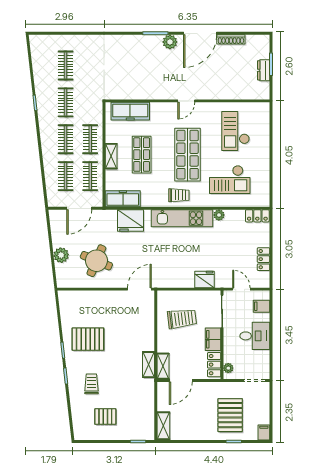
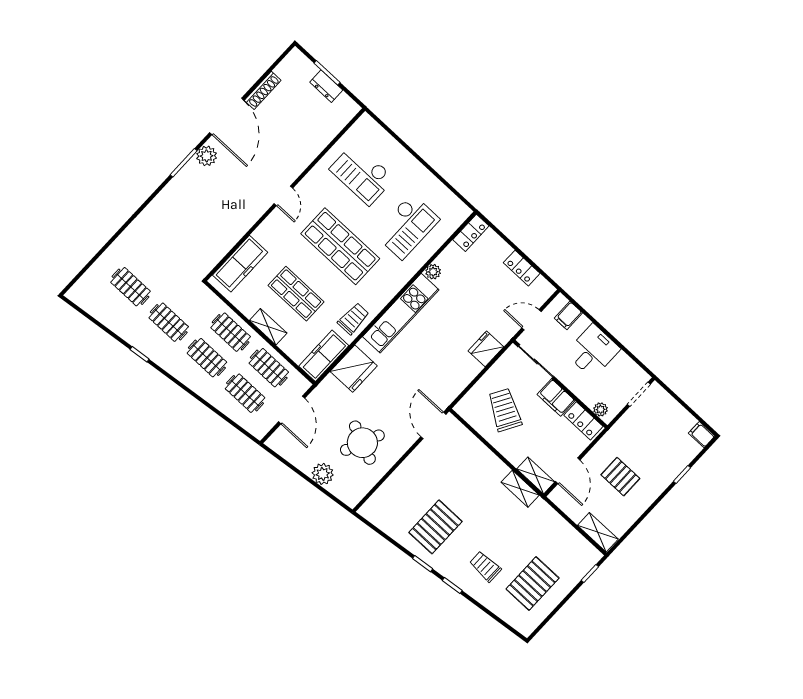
trolley: (179, 195) -> (353, 319), moved
trolley: (182, 319) -> (505, 410), turned -53
pallet: (230, 415) -> (620, 477), moved, width x0.67, depth x0.71
pallet: (105, 417) -> (533, 584), width x1.50, depth x1.42

